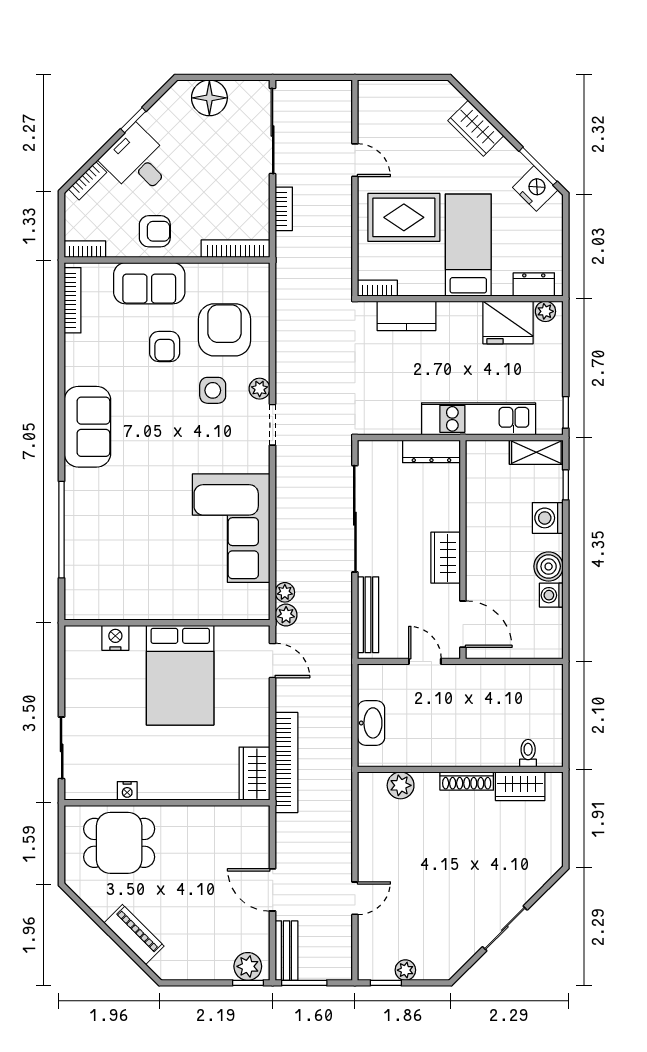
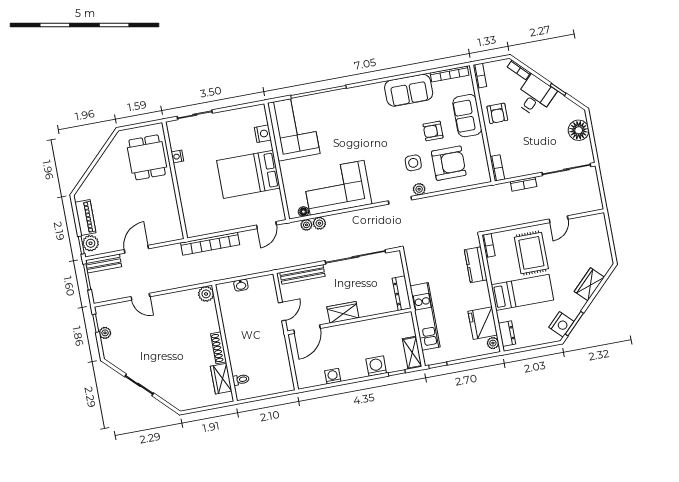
bookcase: (236, 249) -> (497, 168), width x0.64
sofa: (87, 427) -> (409, 90), moved
boiler: (549, 566) -> (349, 372), removed
corner sofa: (116, 583) -> (294, 128), added
floor lamp: (261, 593) -> (303, 212), added
plant: (286, 615) -> (319, 223), moved
washbasin: (371, 723) -> (241, 285), width x0.52, depth x0.69
wardrobe: (255, 774) -> (200, 227), removed
plant: (401, 785) -> (206, 294), moved
piano: (134, 935) -> (85, 218), moved, turned -45

